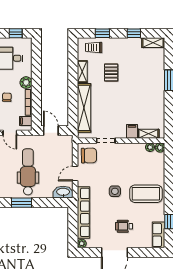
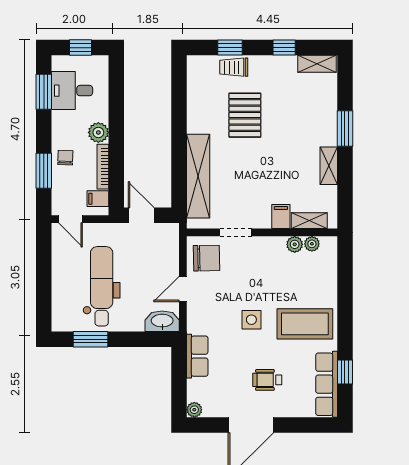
trolley: (94, 47) -> (234, 67), moved
shelving: (82, 72) -> (329, 166), moved
pallet: (111, 72) -> (245, 115), width x1.50, depth x1.42
plant: (160, 148) -> (295, 244), moved
row of seats: (83, 212) -> (197, 356), width x0.50
row of seats: (159, 235) -> (327, 384), width x1.48

